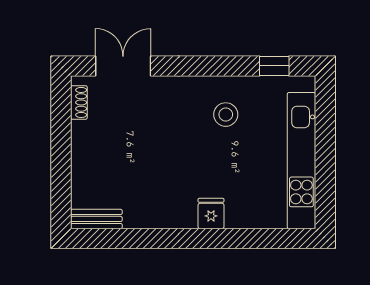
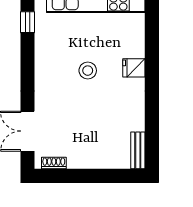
stool: (226, 115) -> (88, 71), moved

